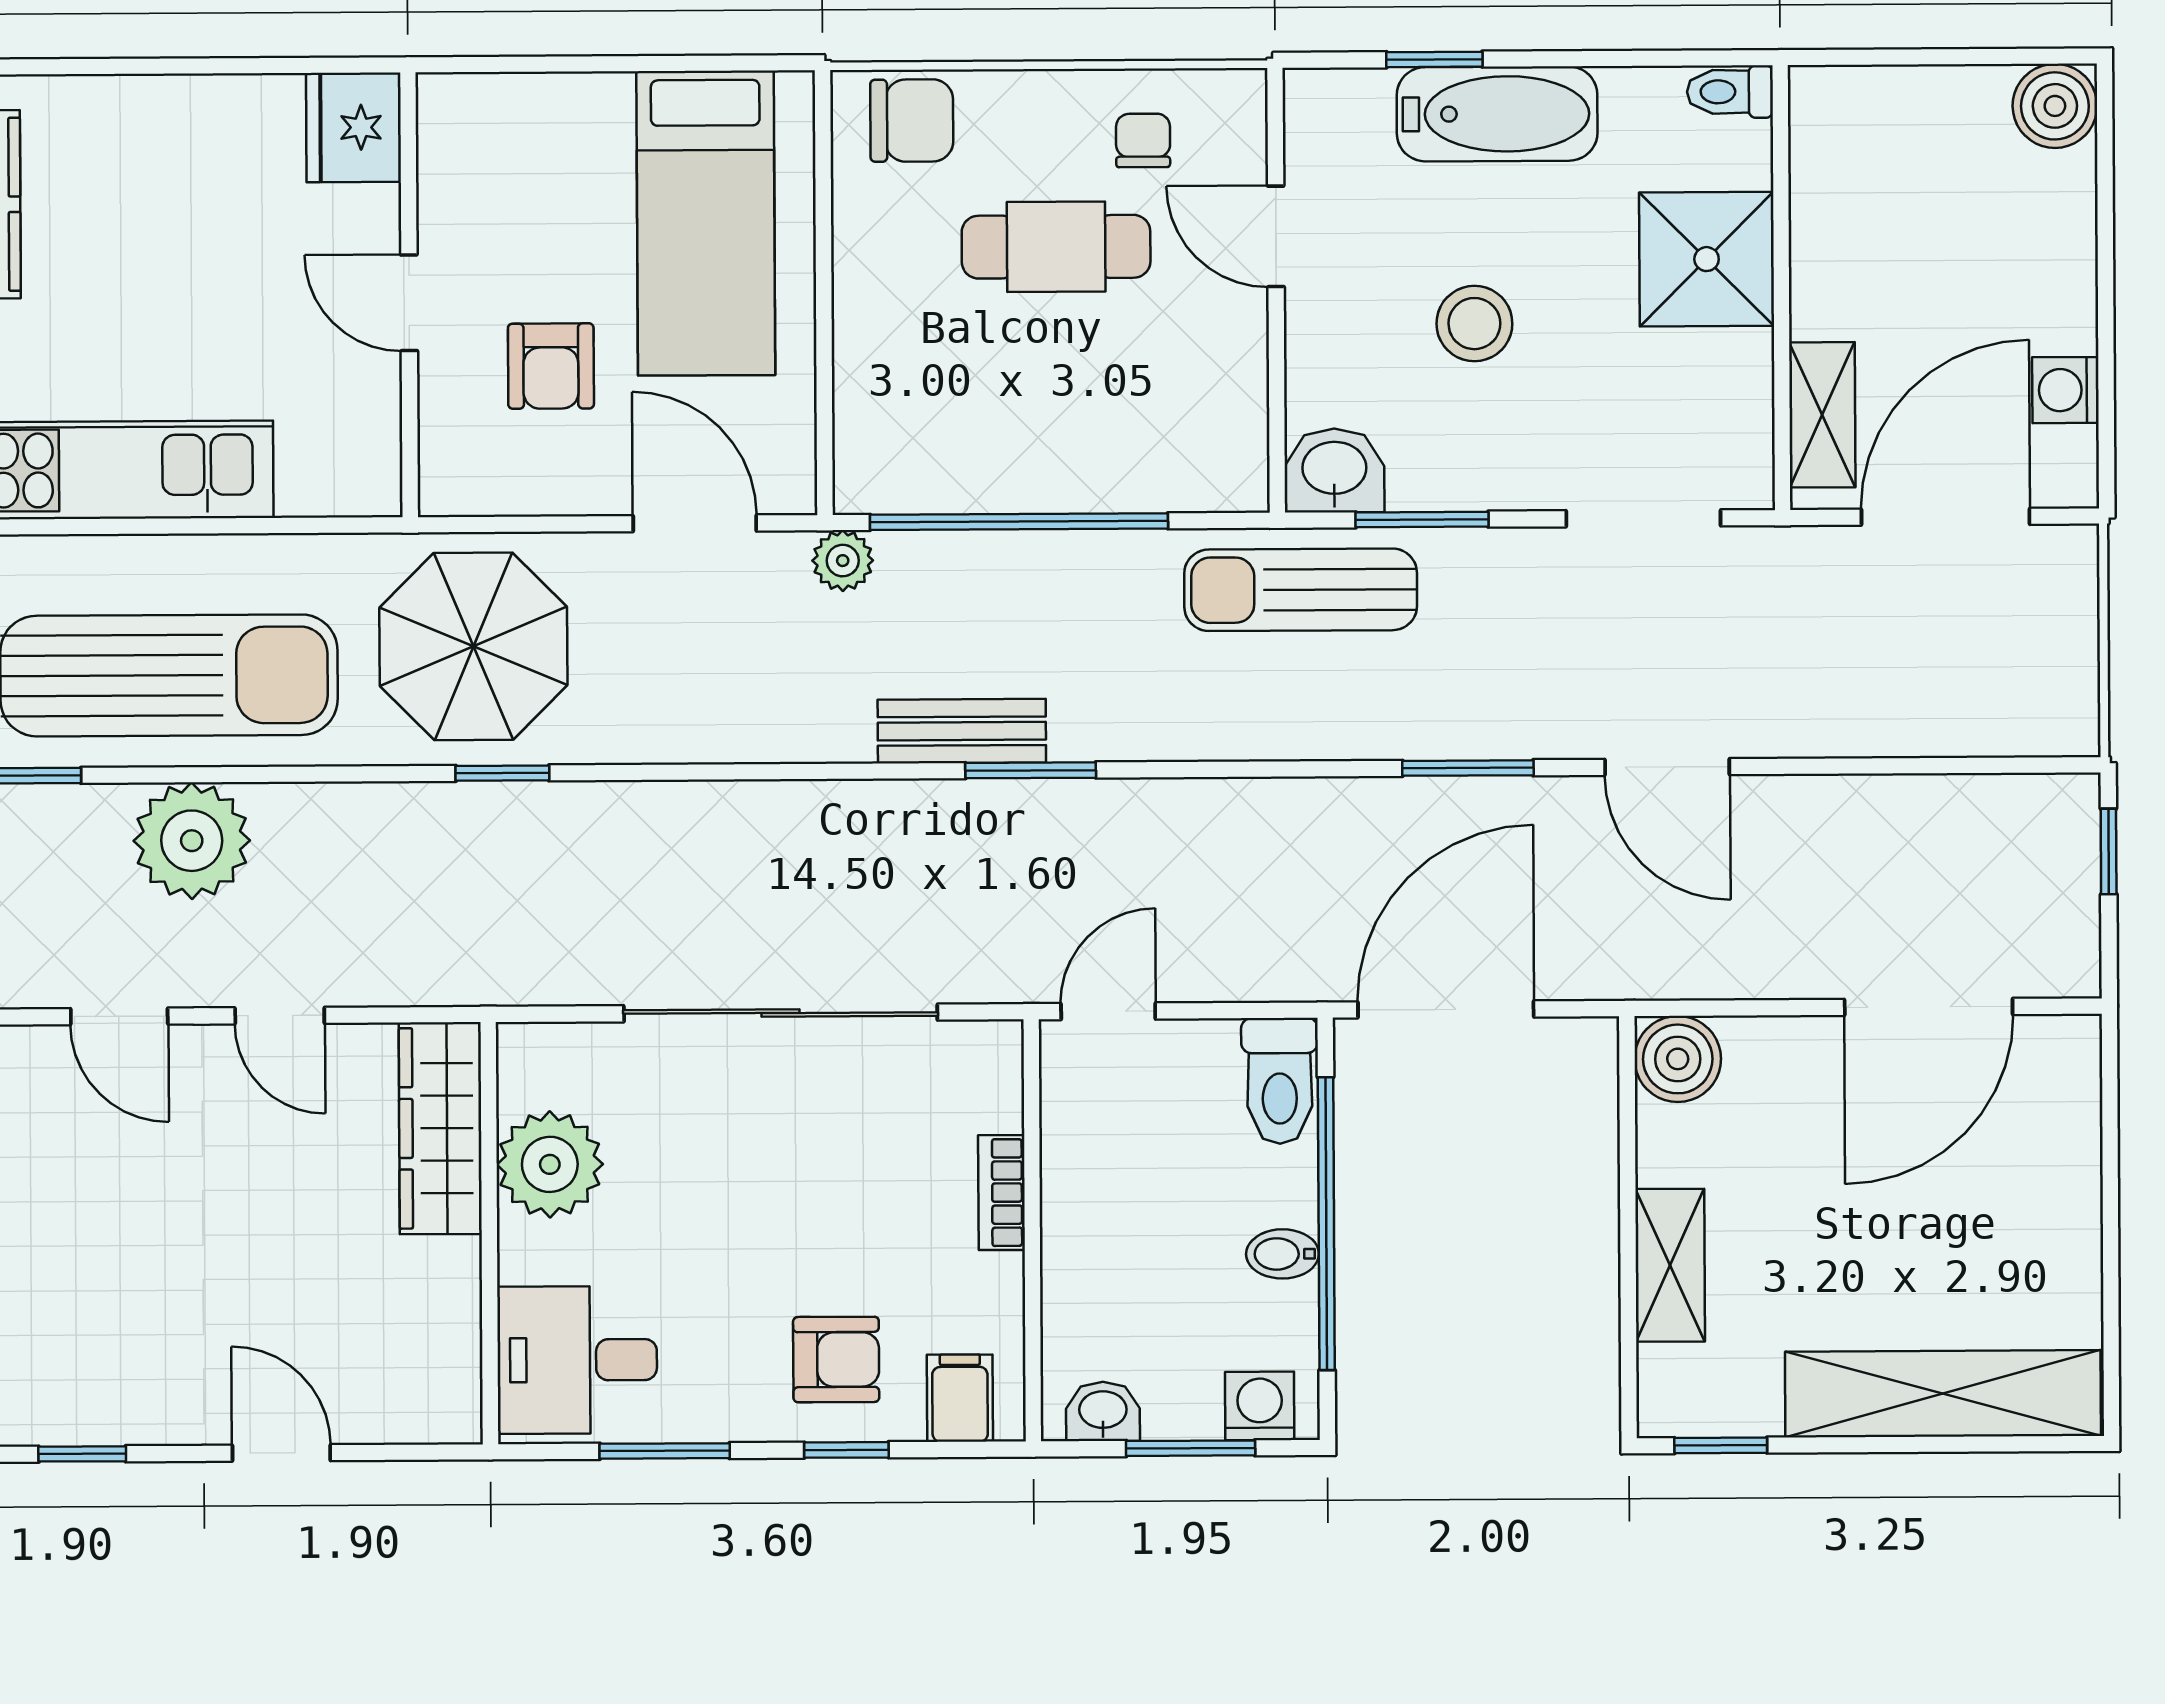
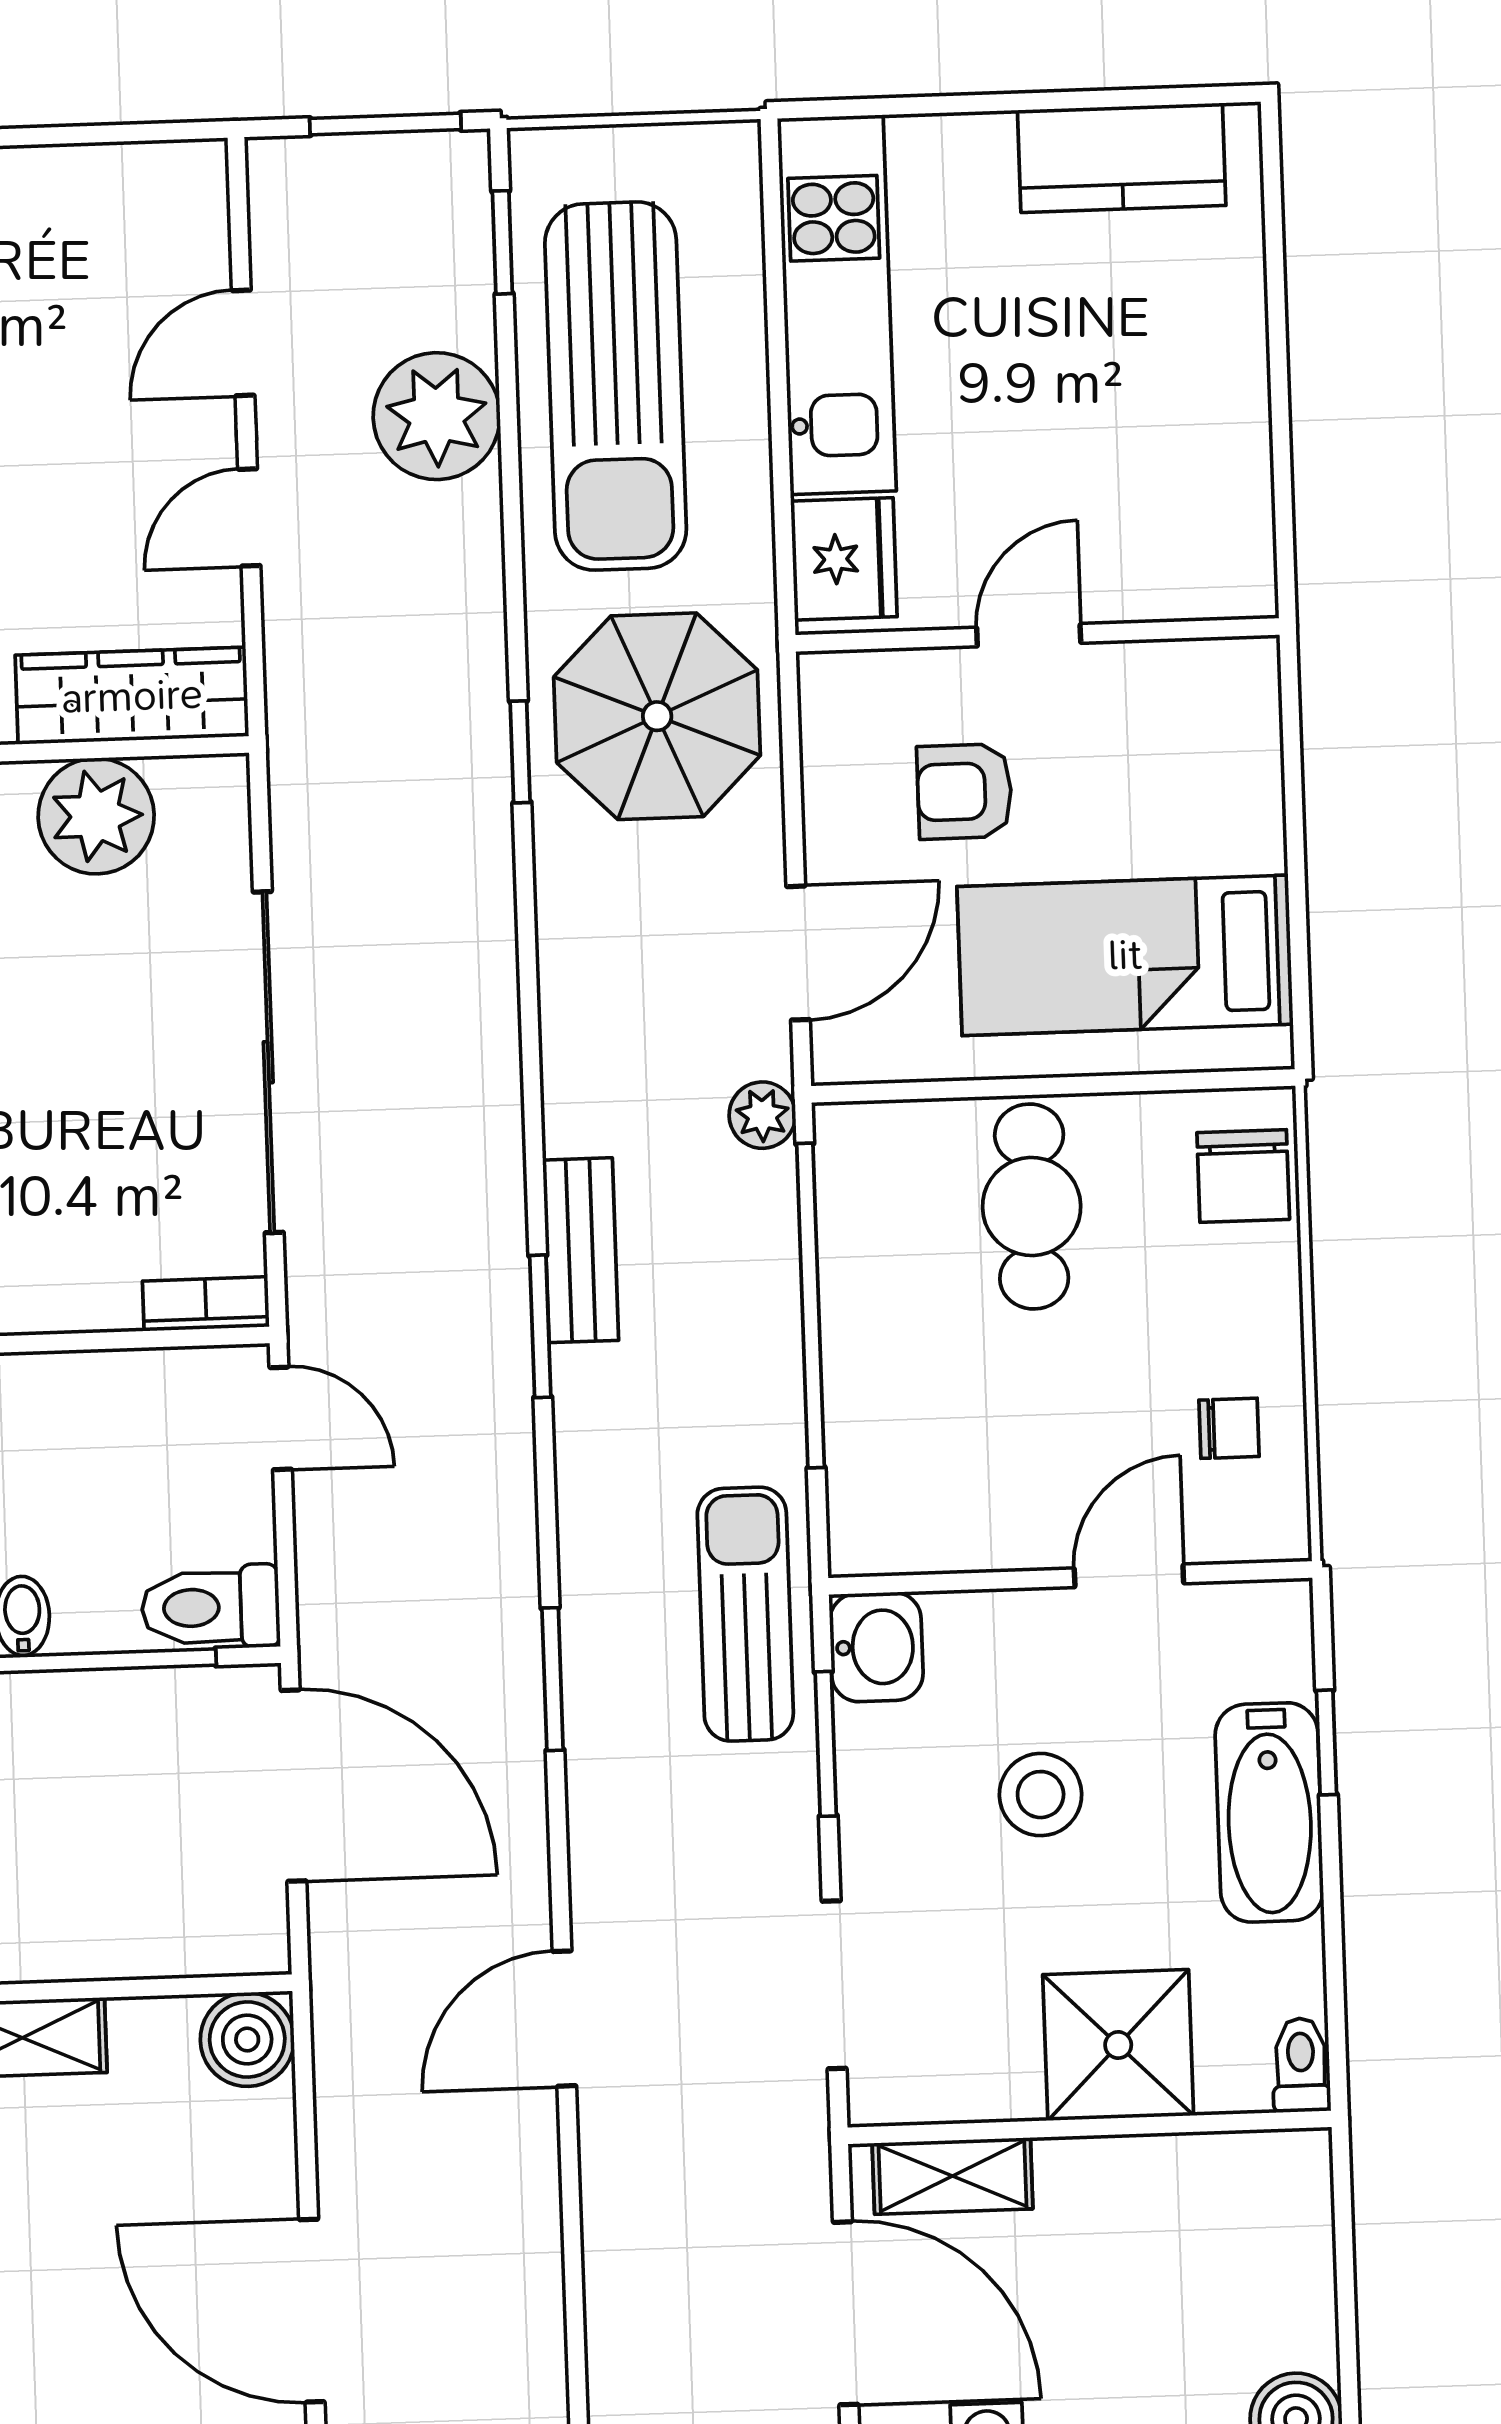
fridge: (353, 127) -> (844, 559), moved, turned 90
cafe table: (1056, 247) -> (1032, 1206), moved
window: (1468, 768) -> (553, 1679), moved
bookcase: (1001, 1193) -> (206, 1304), moved

